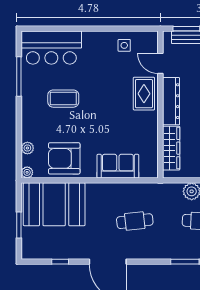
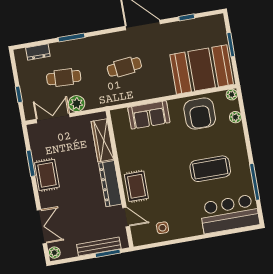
coffee table: (63, 99) -> (210, 169), width x1.36, depth x1.32
armchair: (64, 158) -> (200, 114), turned 90

